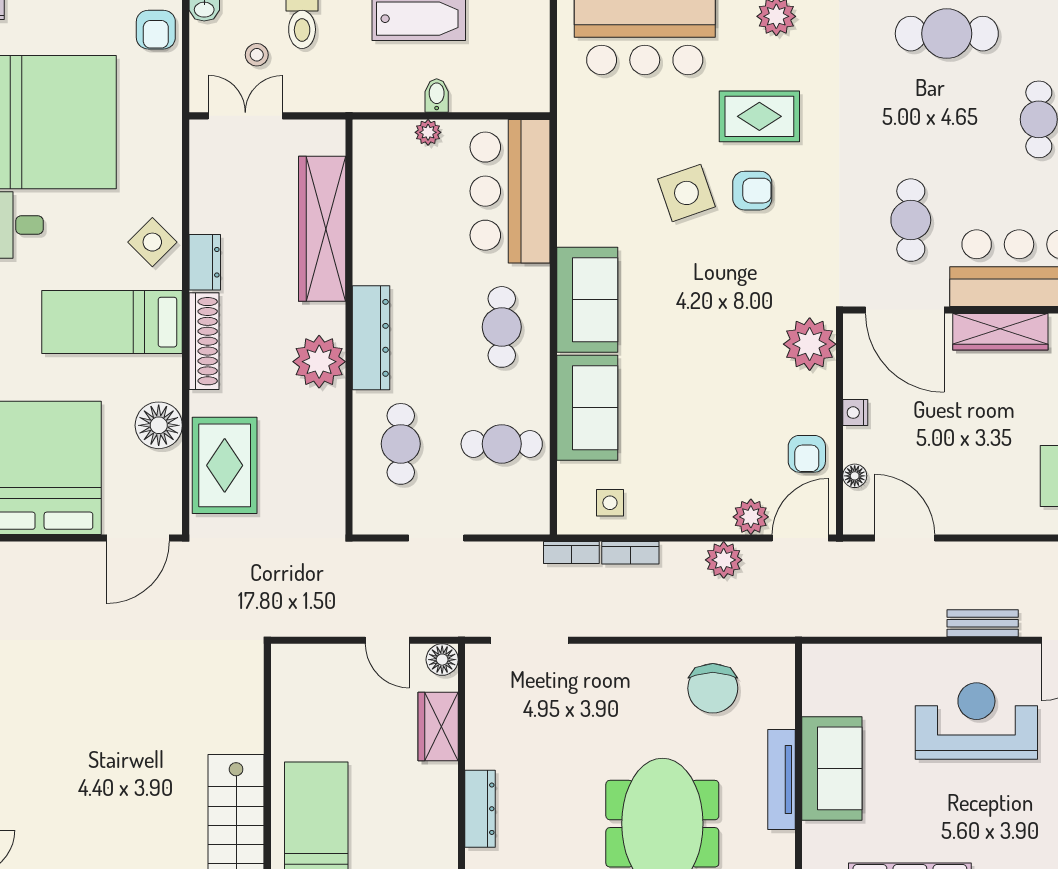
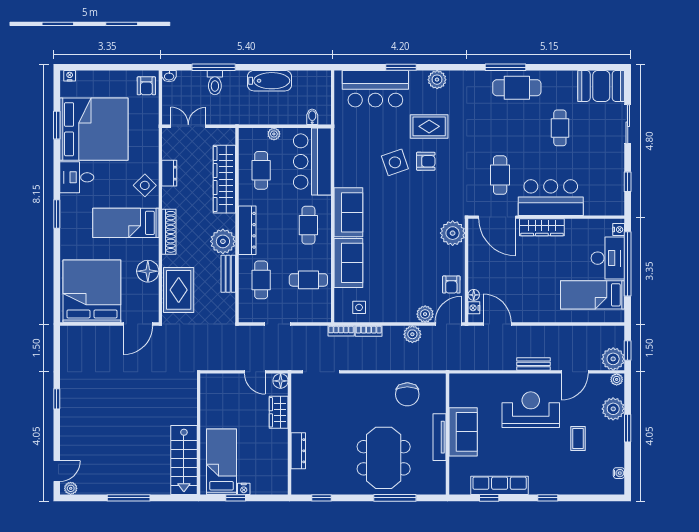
stool: (257, 55) -> (194, 98), removed
bidet: (437, 96) -> (312, 117), moved
cafe table: (401, 210) -> (261, 170), added
dresser: (205, 262) -> (169, 173), moved
nightstand: (855, 413) -> (474, 308), moved
bench: (330, 431) -> (228, 274), added

